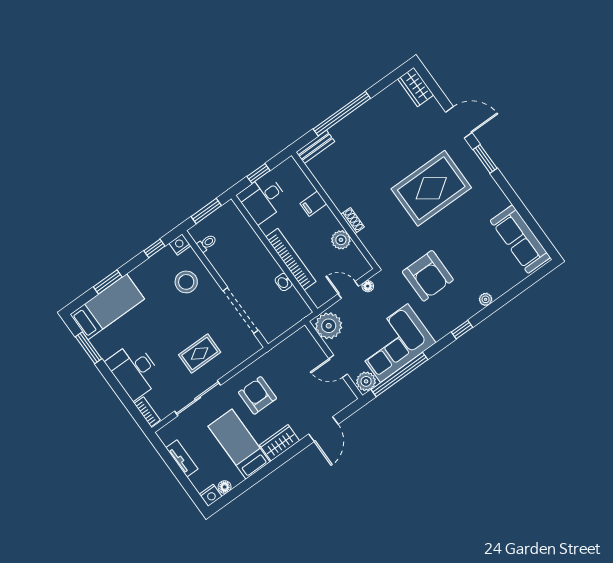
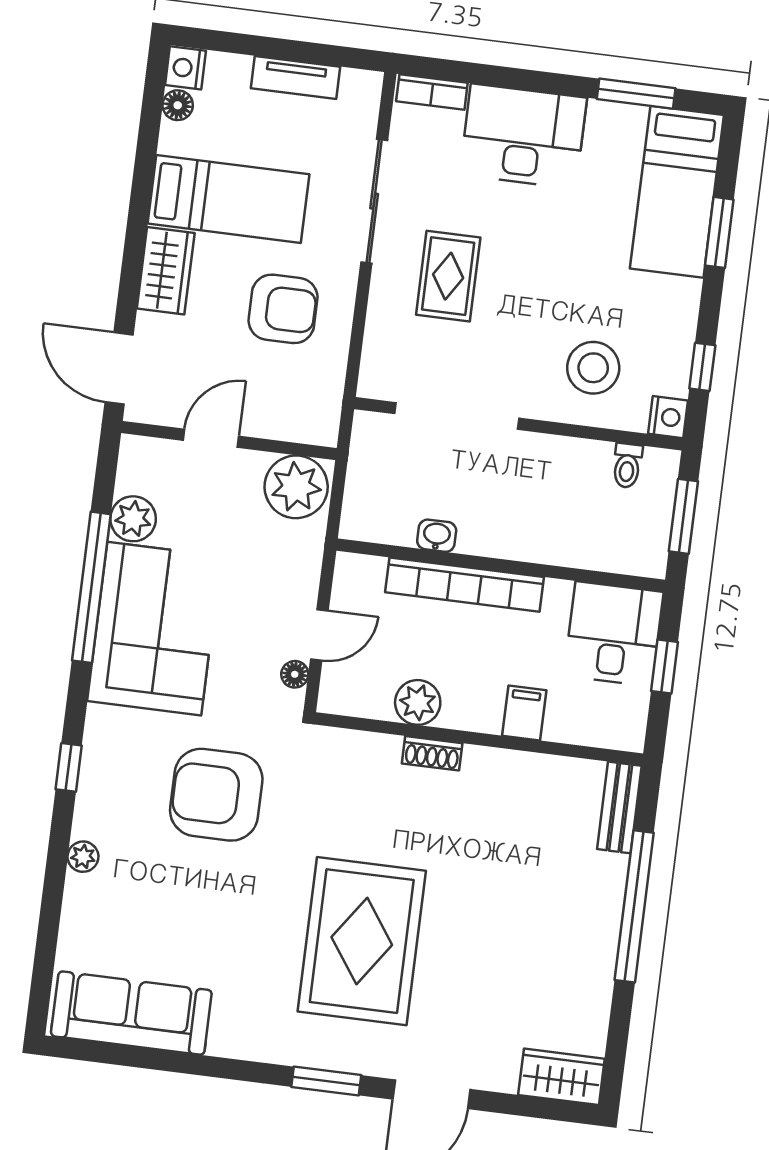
plant: (329, 326) -> (296, 487), moved
wall: (334, 360) -> (229, 441), moved
door: (338, 366) -> (211, 438), moved

